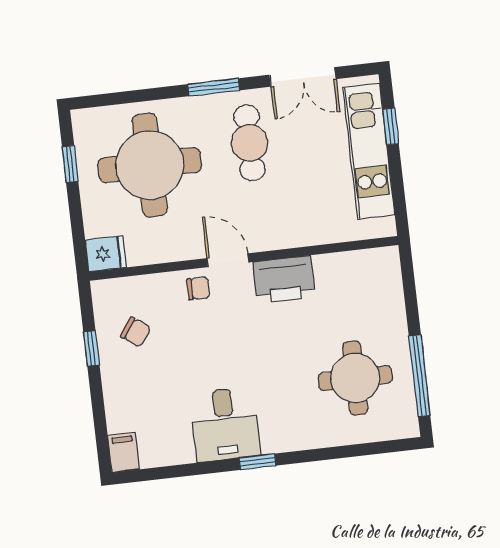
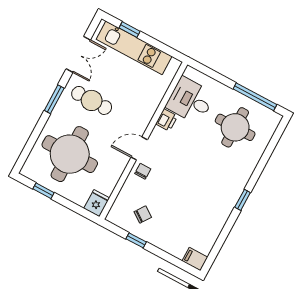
printer: (284, 279) -> (167, 120), width x0.53, depth x0.68
desk: (225, 424) -> (190, 100), moved, turned 180

